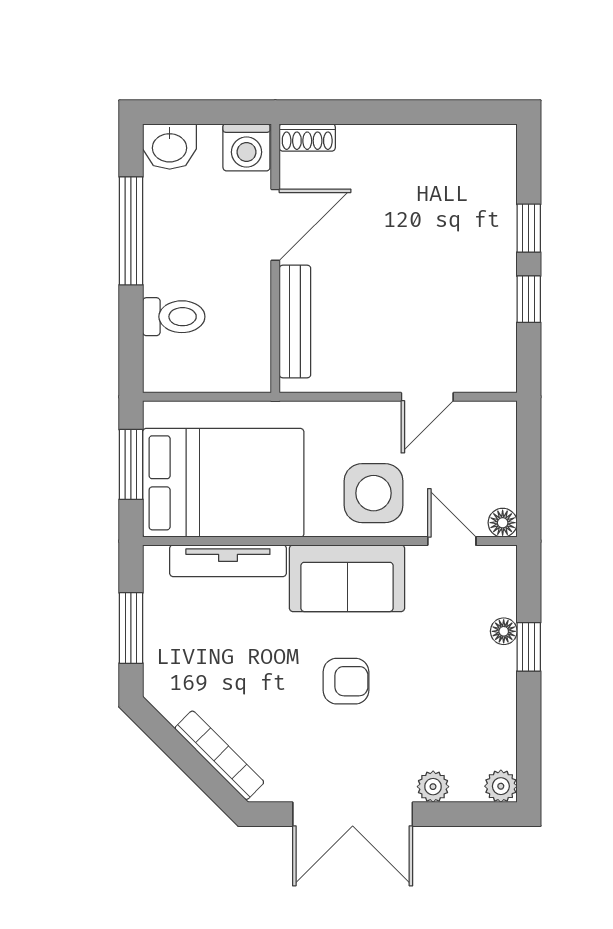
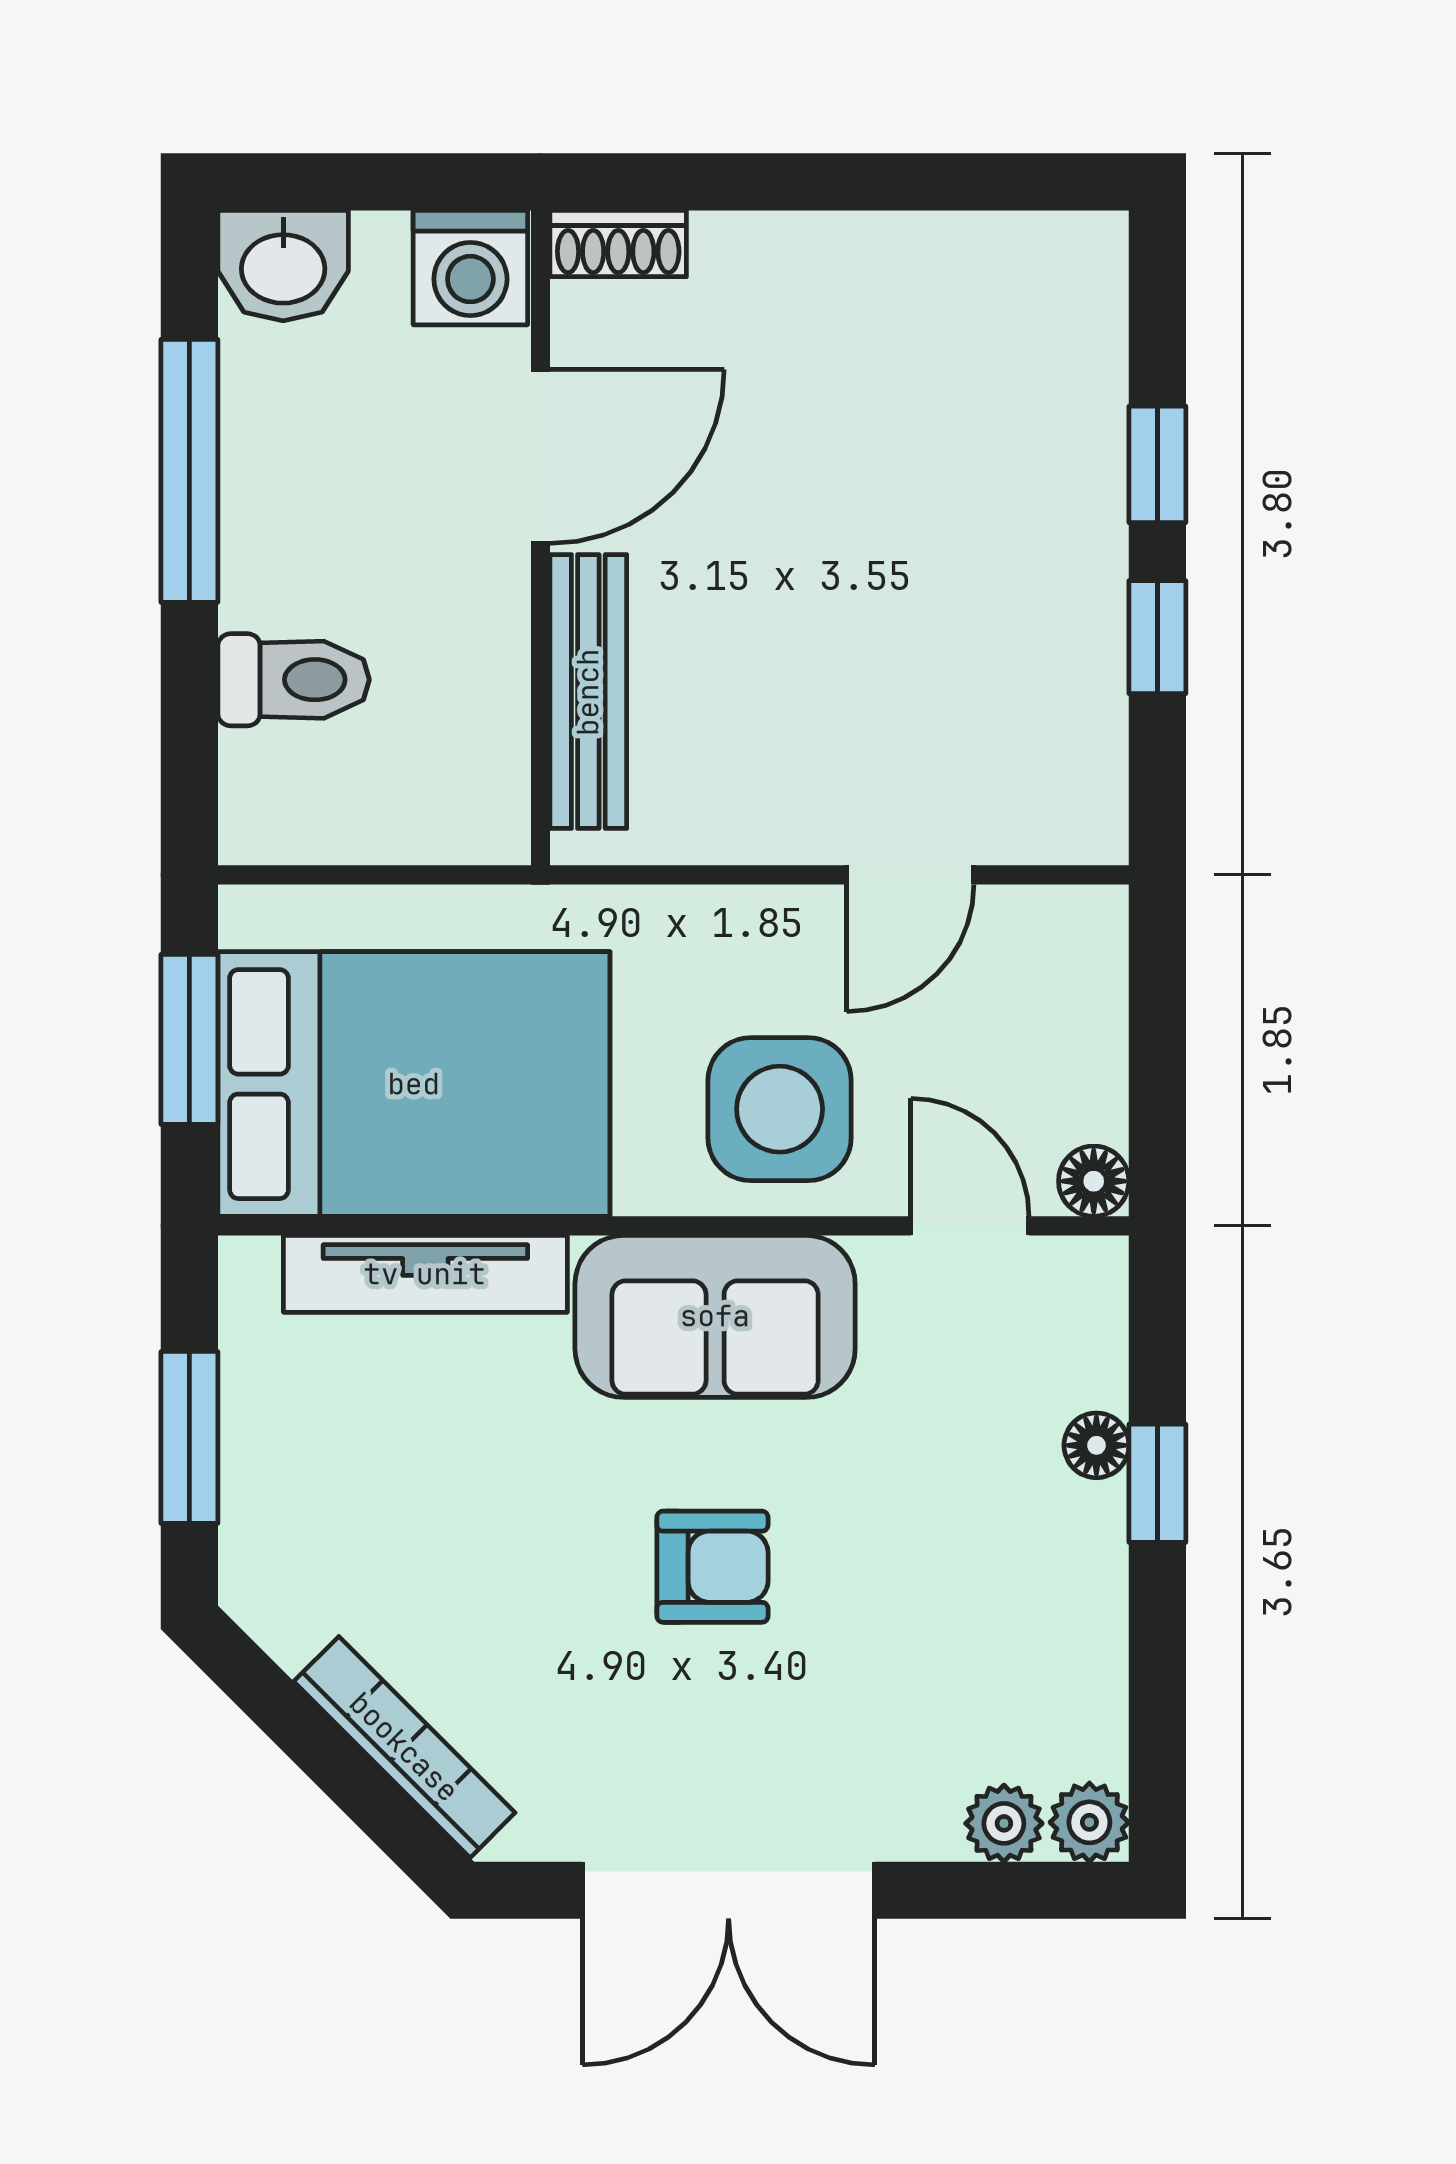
plant: (433, 787) -> (1004, 1823), moved

